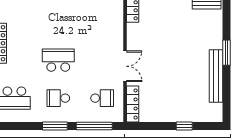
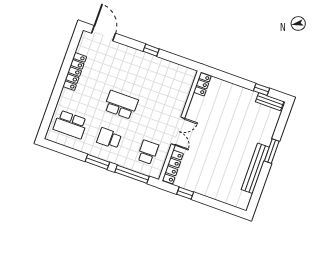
school desk: (102, 98) -> (148, 152), turned -90
window: (184, 126) -> (185, 193), moved

